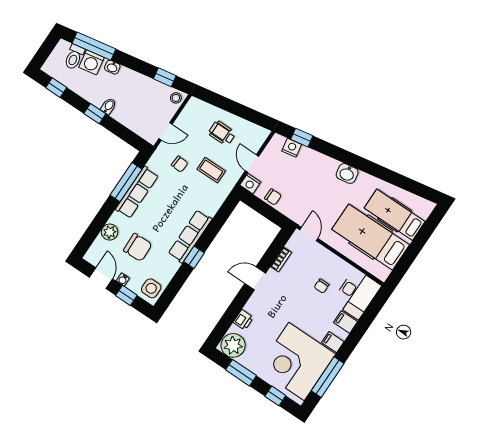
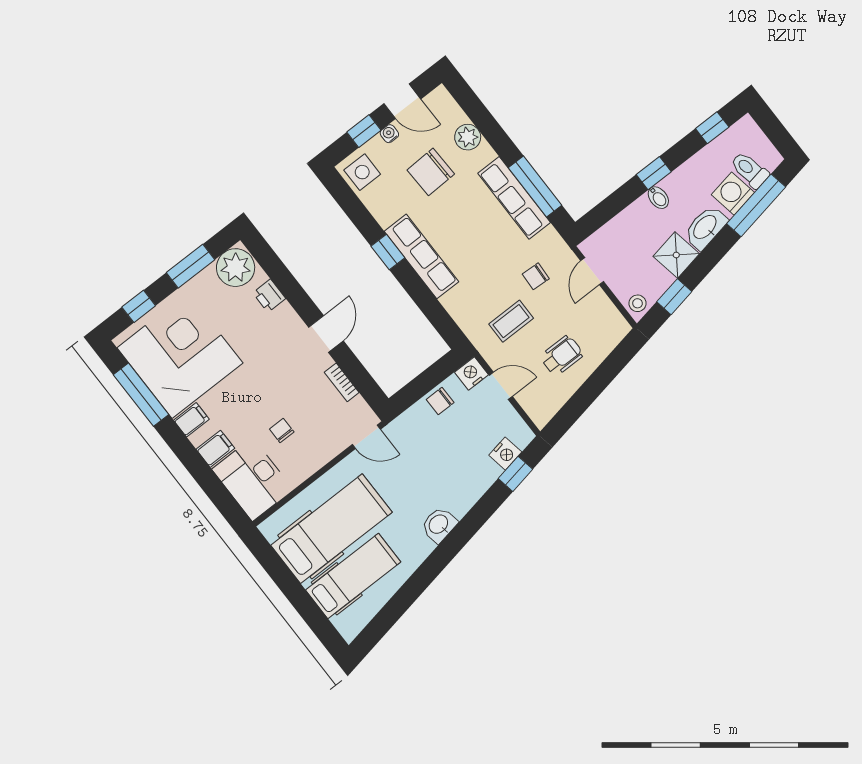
washbasin: (112, 67) -> (705, 227), width x1.91, depth x1.45
shower: (139, 84) -> (676, 255), added

